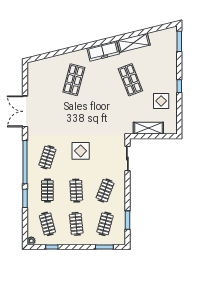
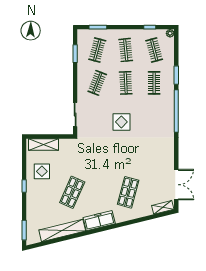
shelving: (133, 43) -> (62, 230), width x1.47
shelving: (39, 64) -> (163, 207), added
shop shelf: (130, 80) -> (72, 192), turned 45
double door: (25, 111) -> (176, 185), moved
shelving: (148, 128) -> (44, 145), moved
clothes rail: (47, 157) -> (154, 116), removed

